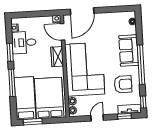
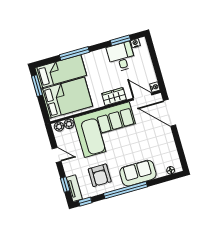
door: (63, 32) -> (142, 97), hinge flipped
window: (10, 52) -> (120, 40), moved

